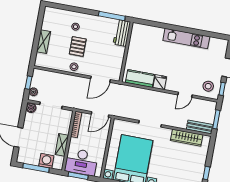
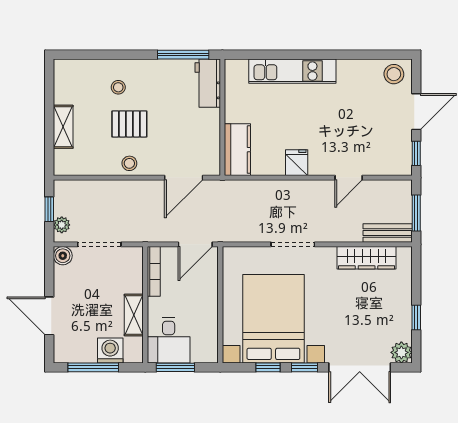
kitchen unit: (186, 39) -> (292, 71), moved
pallet: (78, 46) -> (129, 124), turned 90
kitchen counter: (140, 79) -> (237, 150), moved, turned 90
stool: (208, 86) -> (394, 74), moved
desk: (81, 162) -> (169, 340), width x0.73

